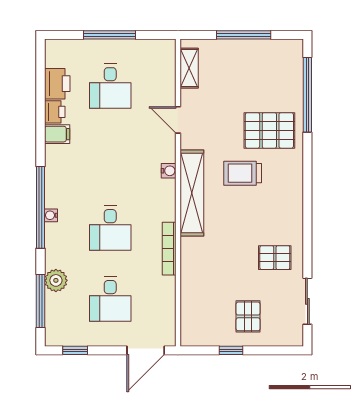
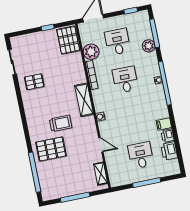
shelving: (192, 193) -> (84, 100), width x0.68
plant: (162, 291) -> (91, 52), added
pallet: (248, 316) -> (68, 40), moved, width x1.50, depth x1.42

